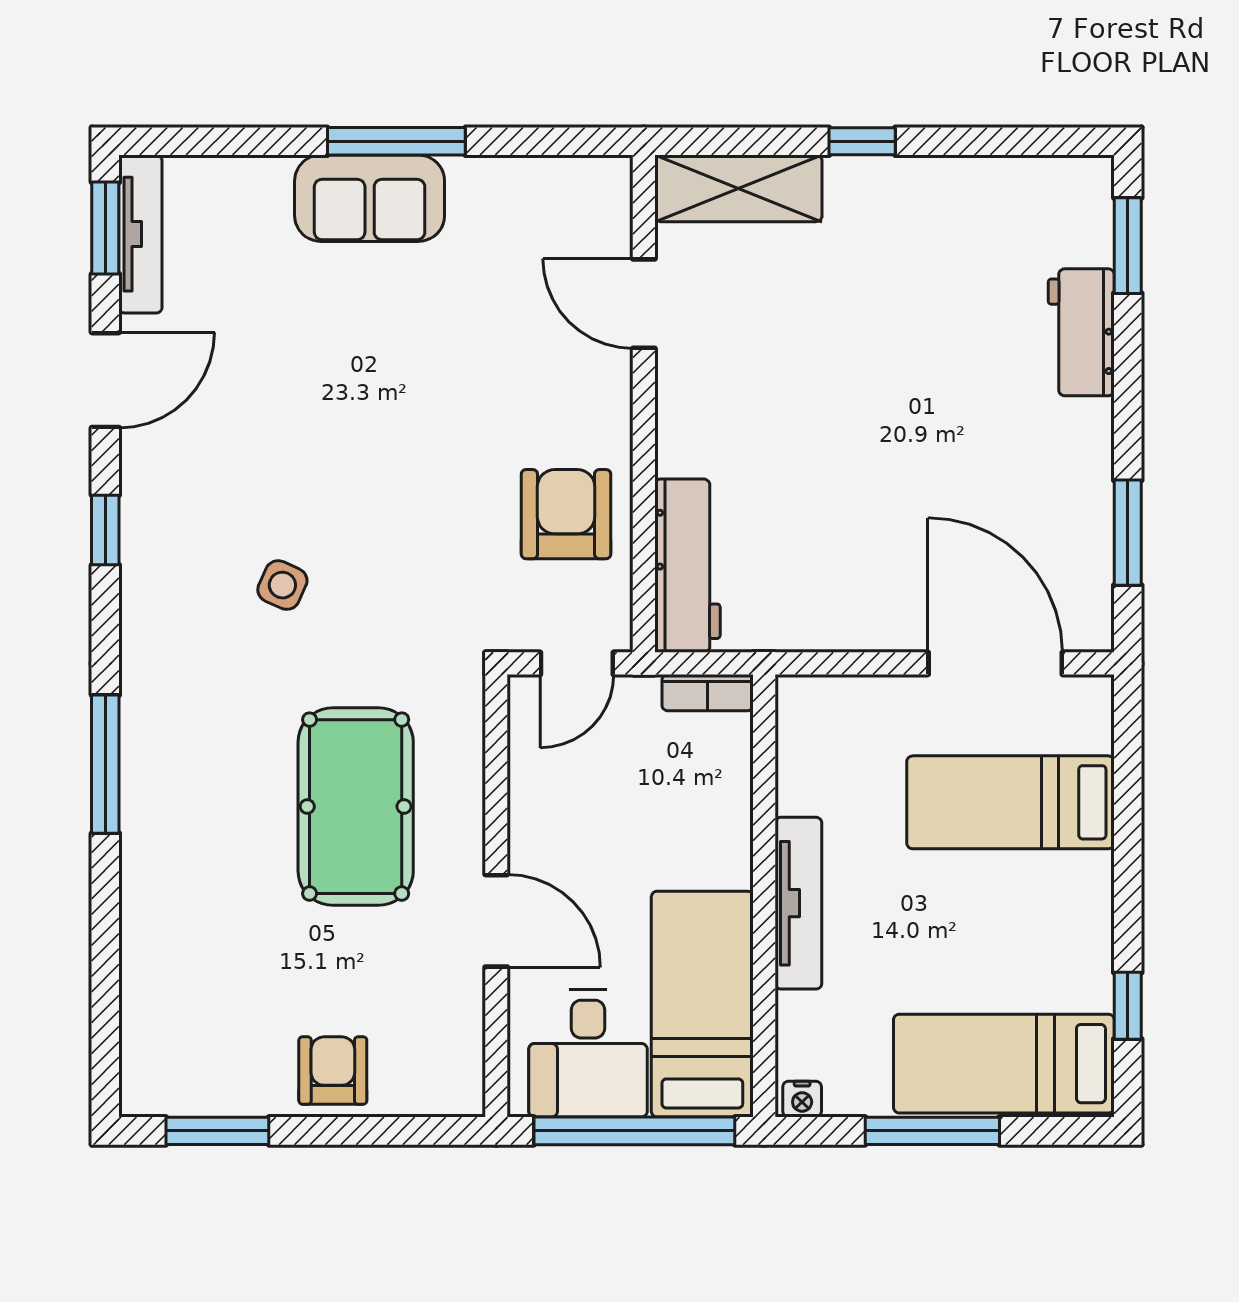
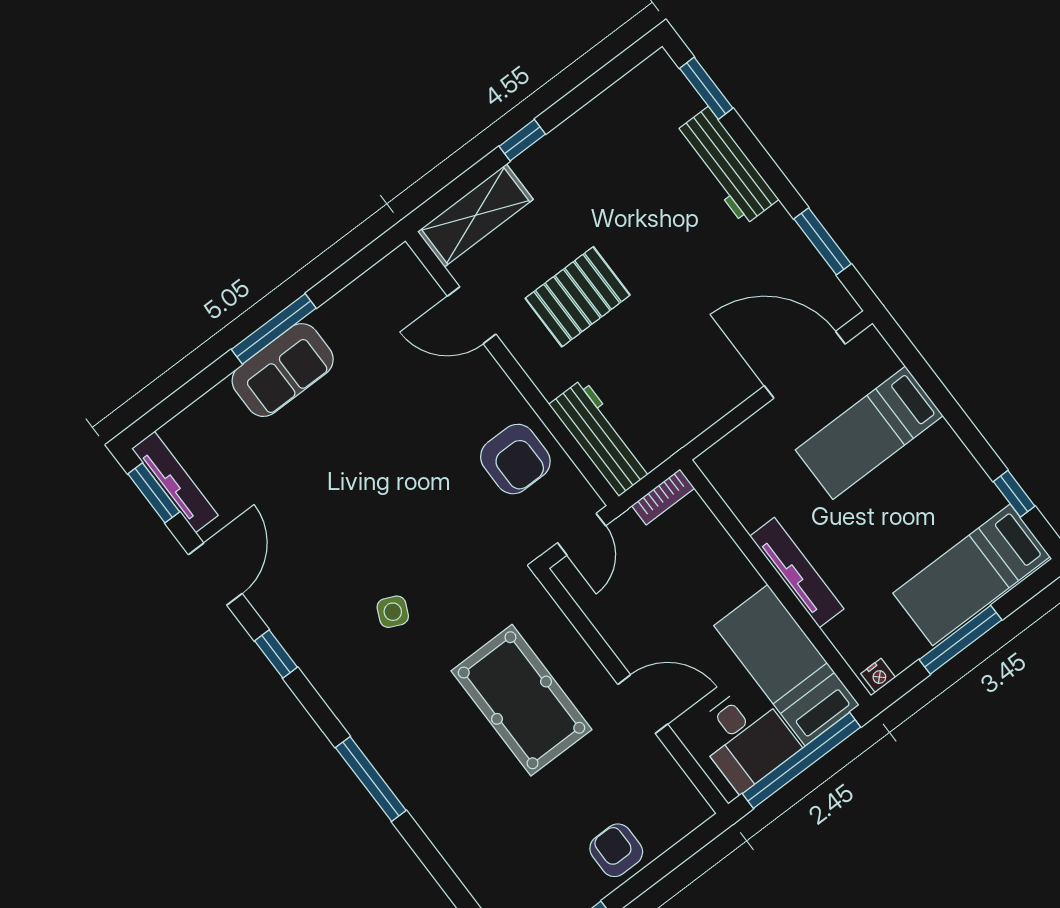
workbench: (1081, 332) -> (726, 166), width x1.37
pallet: (787, 377) -> (578, 297), added
armchair: (566, 514) -> (515, 459), turned 180

